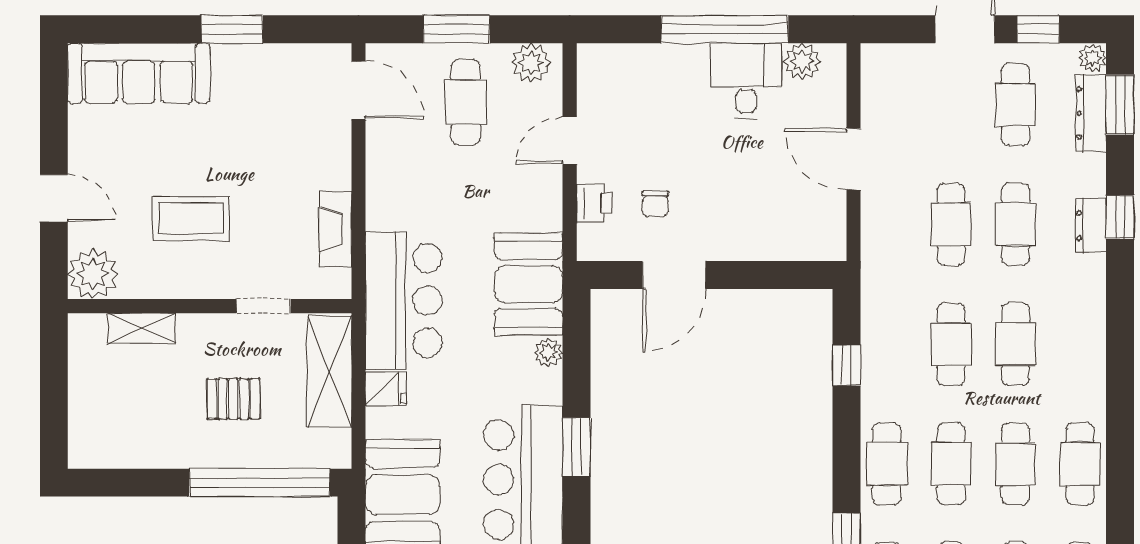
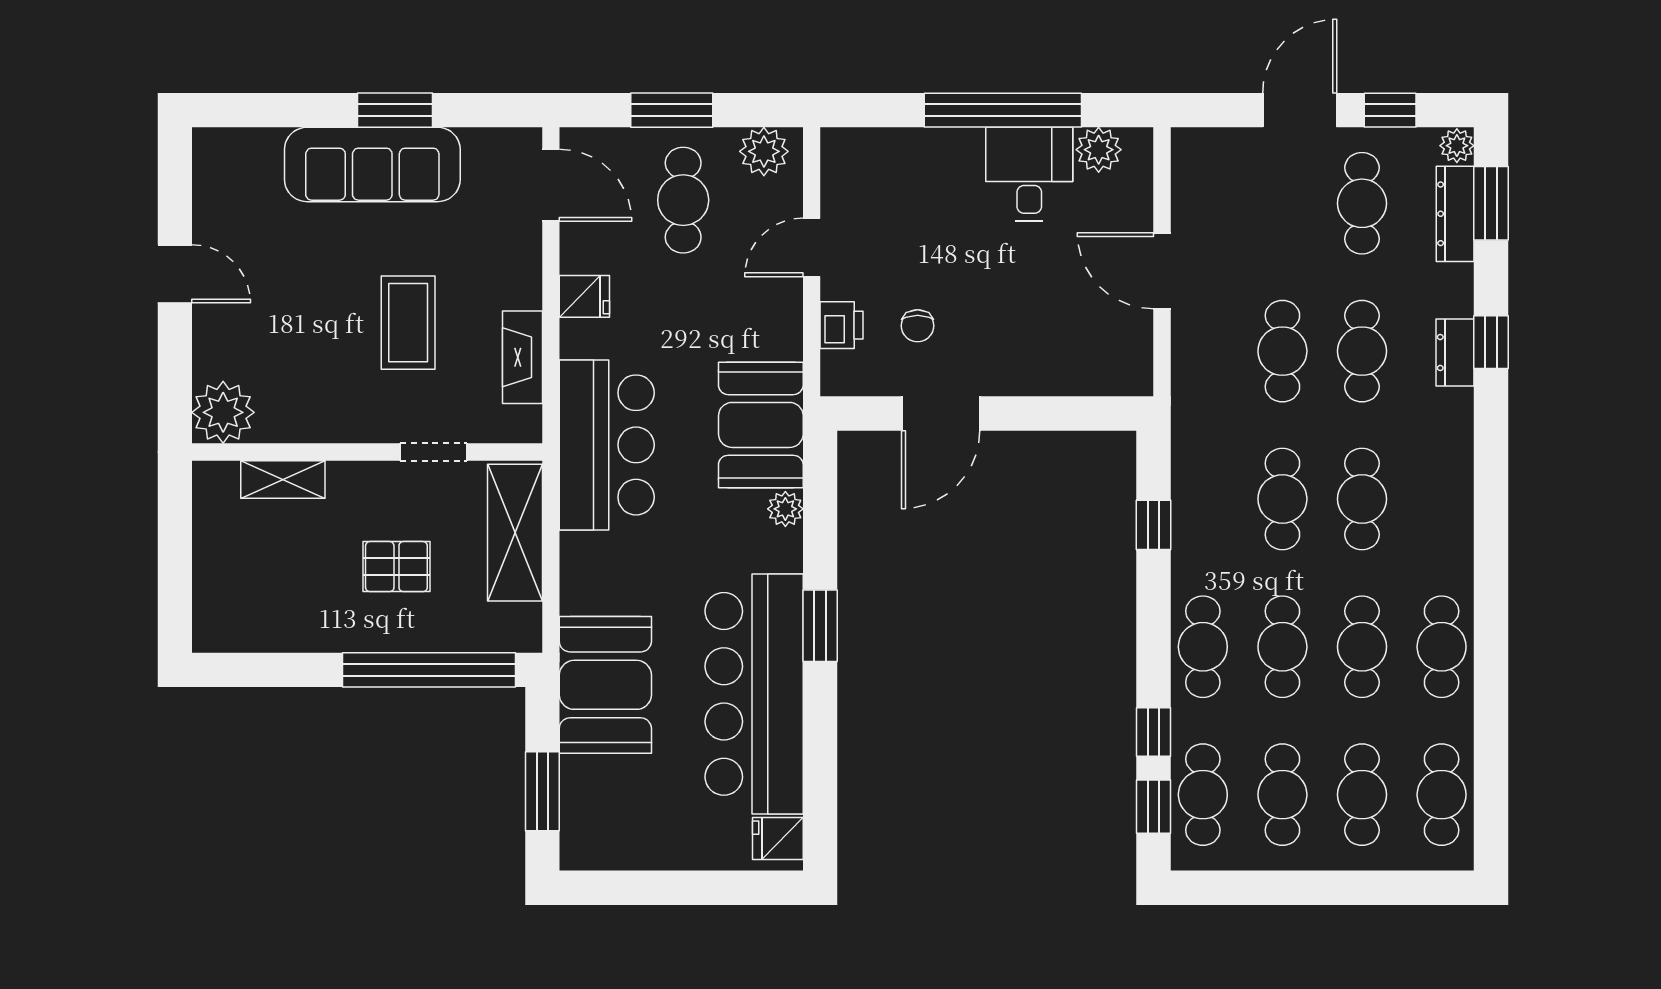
sofa: (139, 73) -> (372, 164), moved
door: (54, 198) -> (175, 274), moved
coffee table: (191, 218) -> (408, 323), moved, turned 90
fridge: (386, 389) -> (584, 296), moved

